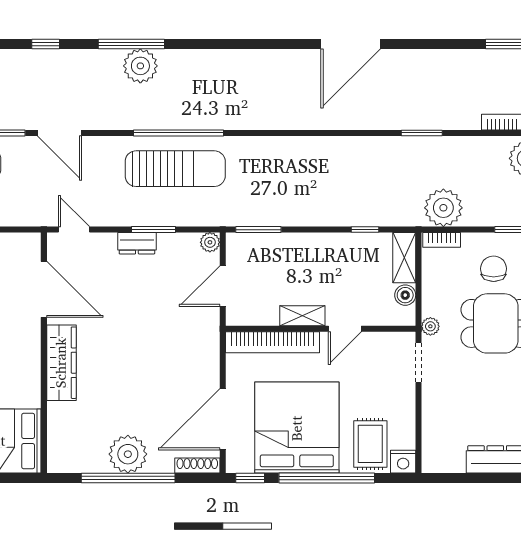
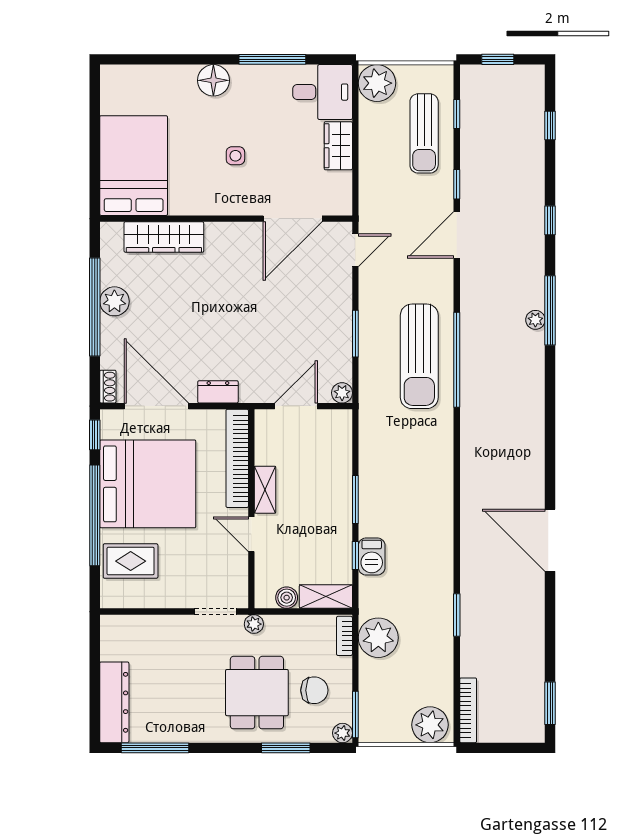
plant: (140, 66) -> (535, 320), width x0.53, depth x0.53
barbecue: (366, 214) -> (372, 556), added
window: (258, 230) -> (355, 499), moved
dresser: (137, 243) -> (218, 392), moved, turned 90
door: (223, 286) -> (296, 406), hinge flipped
wardrobe: (61, 363) -> (164, 237), moved
plant: (128, 454) -> (114, 301), width x0.73, depth x0.73
nightstand: (403, 462) -> (112, 595), removed
shoe rack: (197, 466) -> (108, 387), width x0.70

